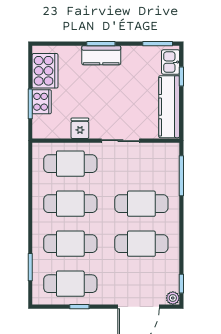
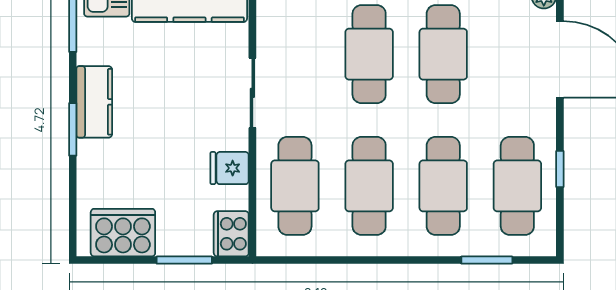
kitchen counter: (101, 55) -> (94, 102), moved
cooker: (42, 102) -> (231, 234), moved, turned -90

